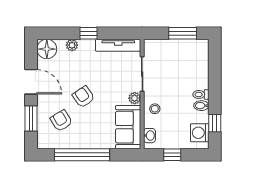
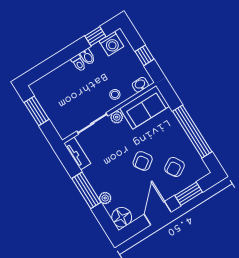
window: (89, 33) -> (86, 190), width x2.17
tv unit: (118, 45) -> (77, 153), width x0.71

